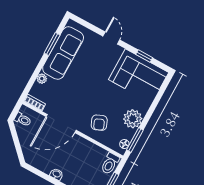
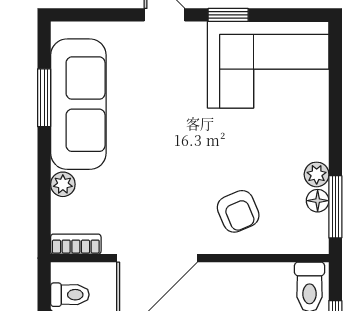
window: (144, 56) -> (228, 15), moved
plant: (133, 119) -> (317, 174), width x0.53, depth x0.53
floor lamp: (124, 144) -> (318, 201), moved

